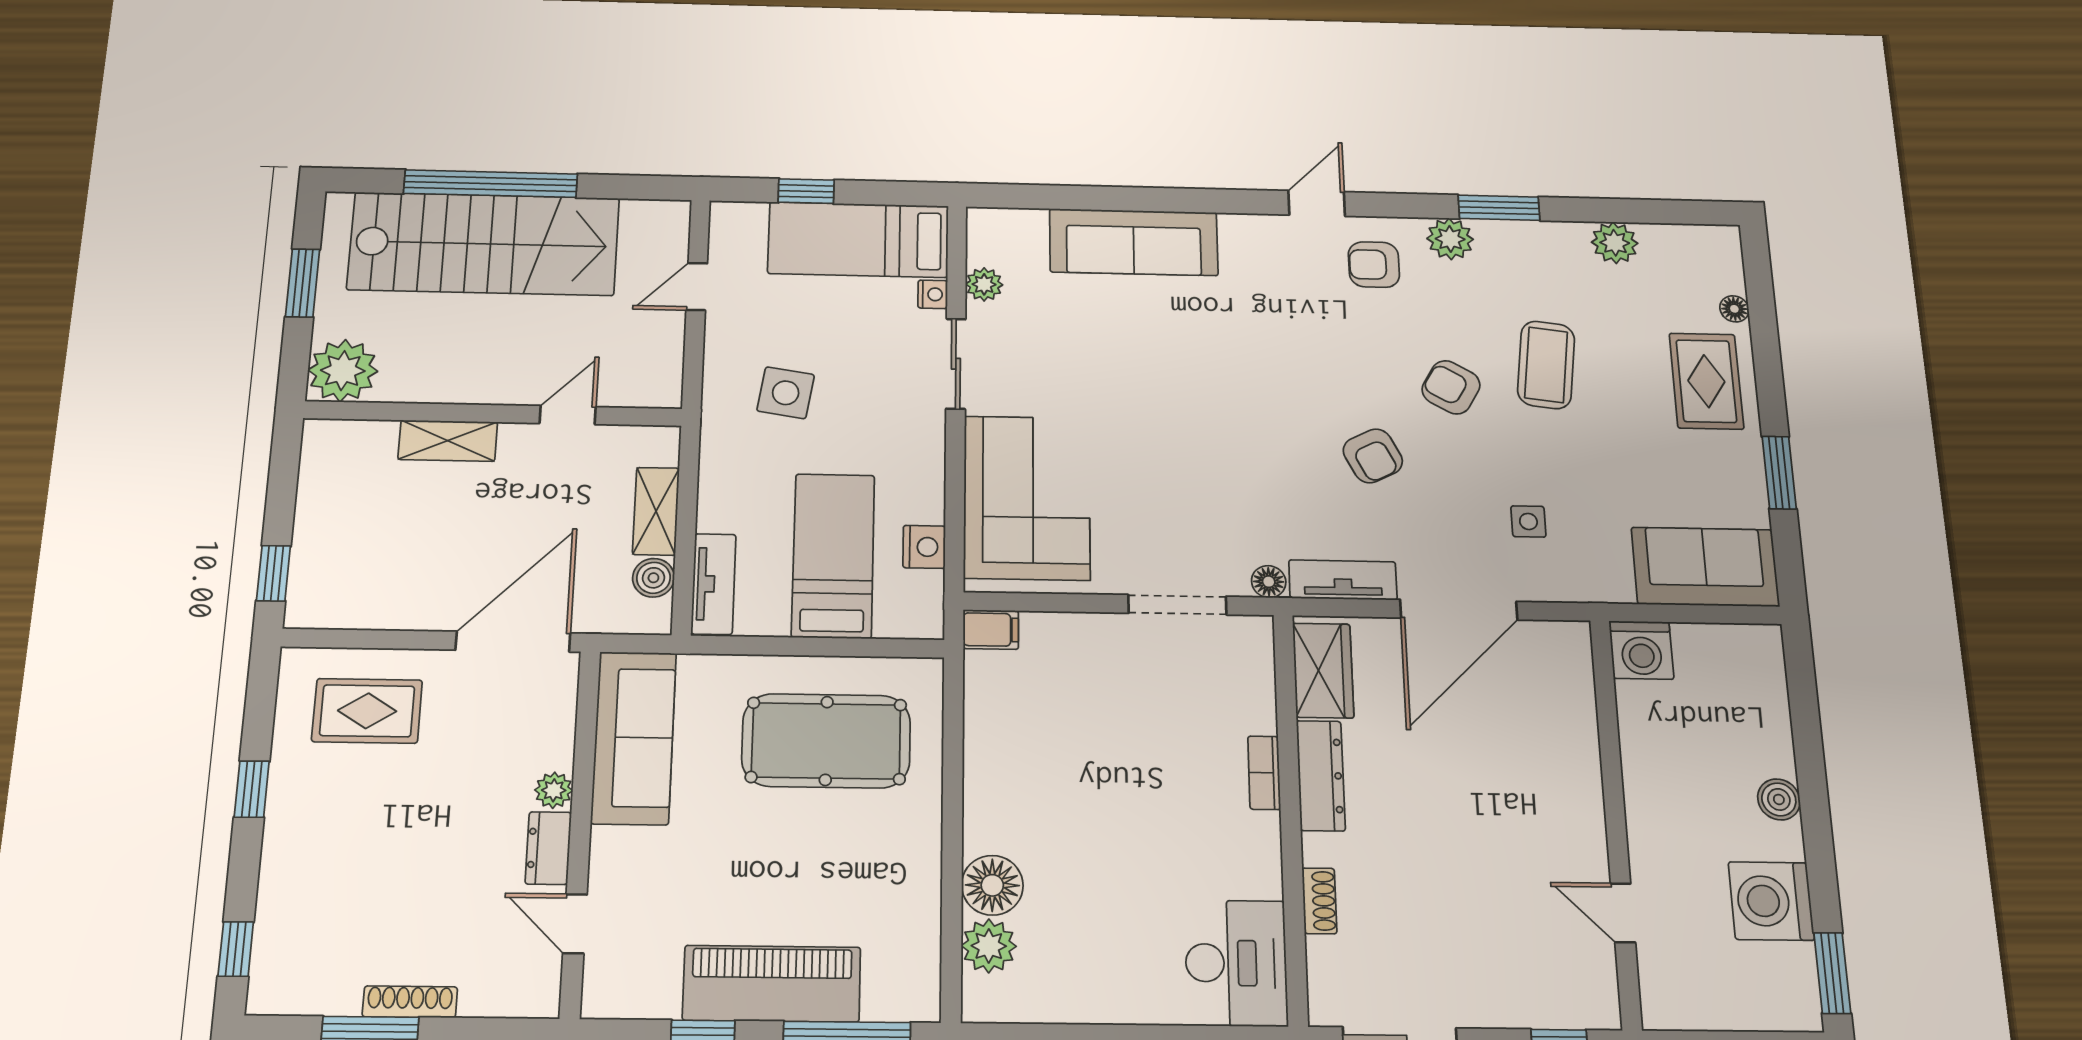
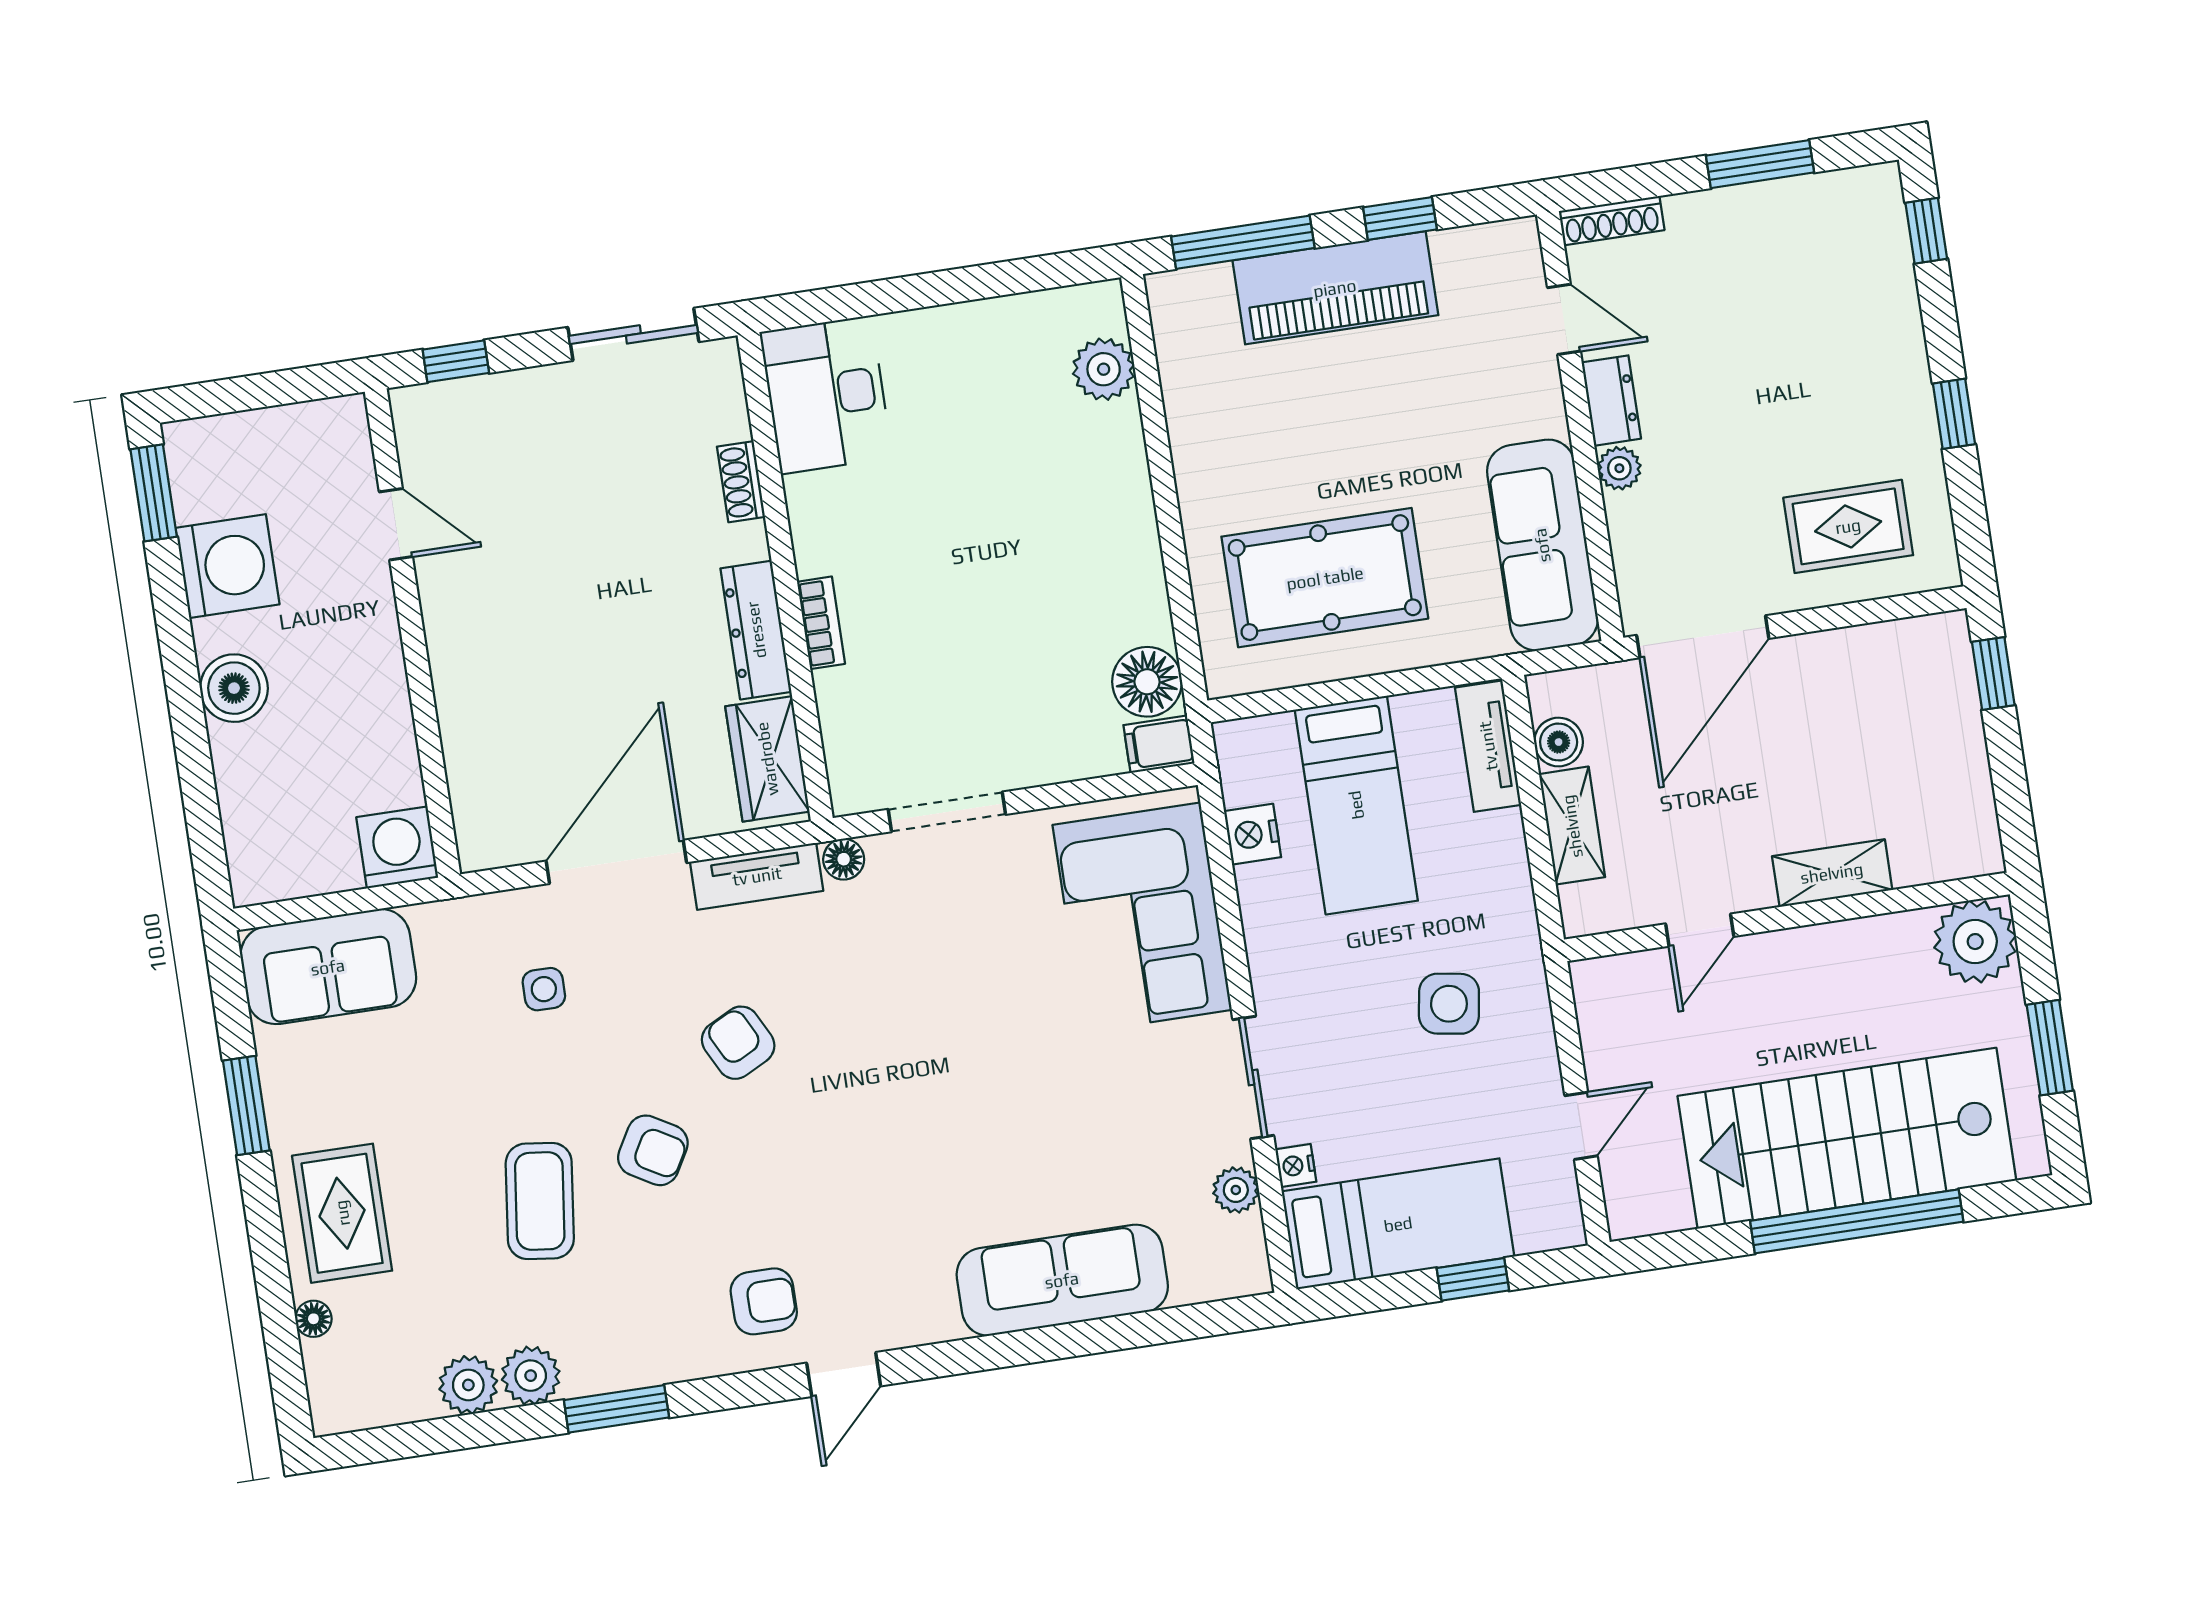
plant: (1450, 239) -> (531, 1376), moved
boiler: (1779, 799) -> (234, 688), width x1.36, depth x1.36
floor lamp: (992, 885) -> (1147, 682), moved
shoe rack: (410, 1002) -> (1612, 221), moved

